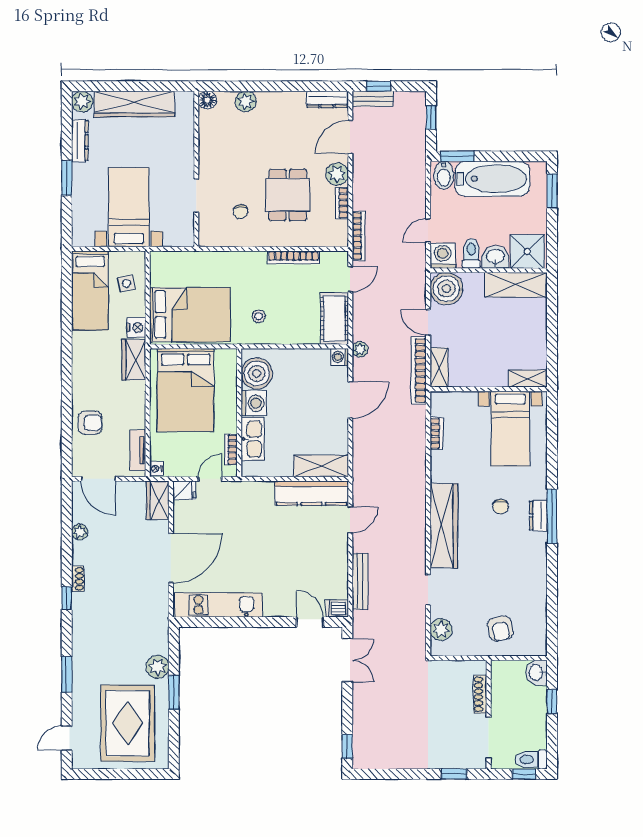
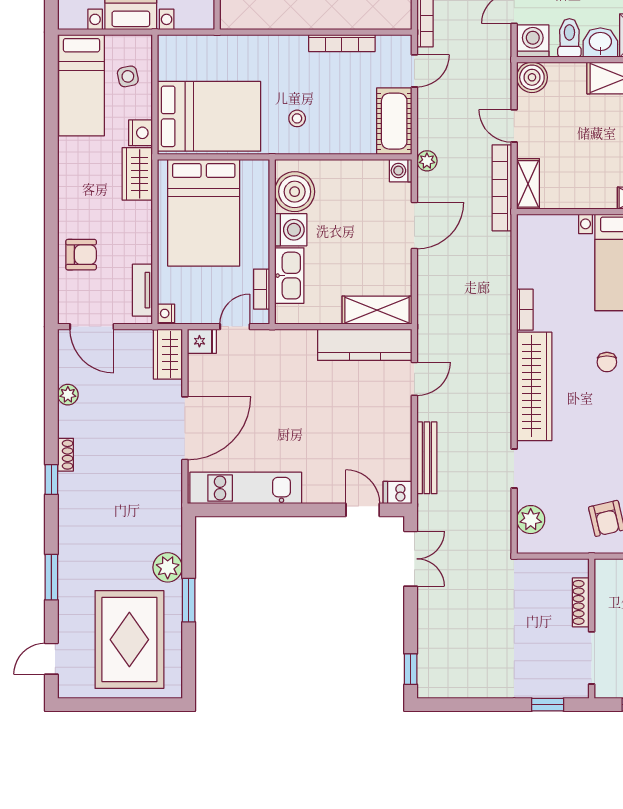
boiler: (446, 289) -> (532, 77), width x0.73, depth x0.73
bookcase: (437, 433) -> (525, 310), moved

